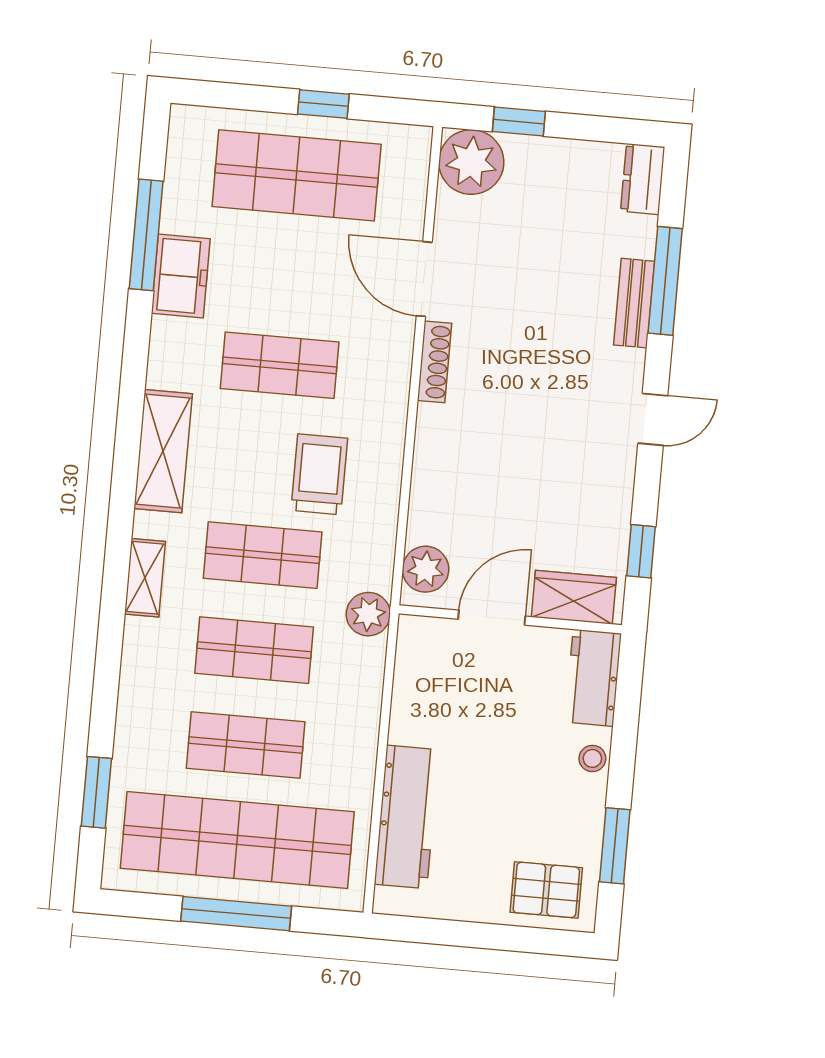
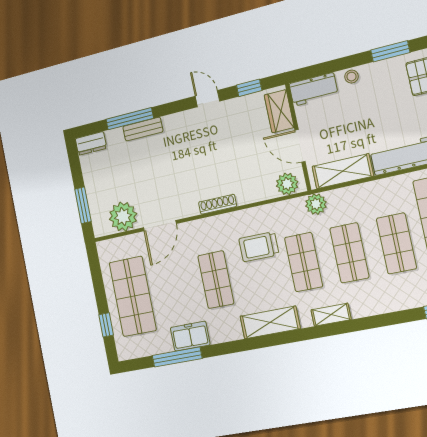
window: (323, 104) -> (106, 325), moved
window: (519, 121) -> (83, 205), width x1.50
plant: (471, 162) -> (123, 217), moved
shoe rack: (435, 362) -> (218, 204), moved
door: (653, 419) -> (207, 99), moved
shelving: (416, 685) -> (343, 171), added

